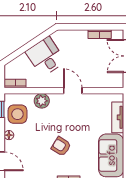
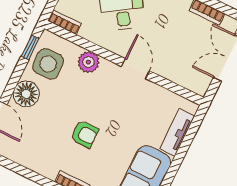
floor lamp: (9, 135) -> (26, 94), width x1.89, depth x1.89
armchair: (61, 146) -> (84, 134), turned 148

